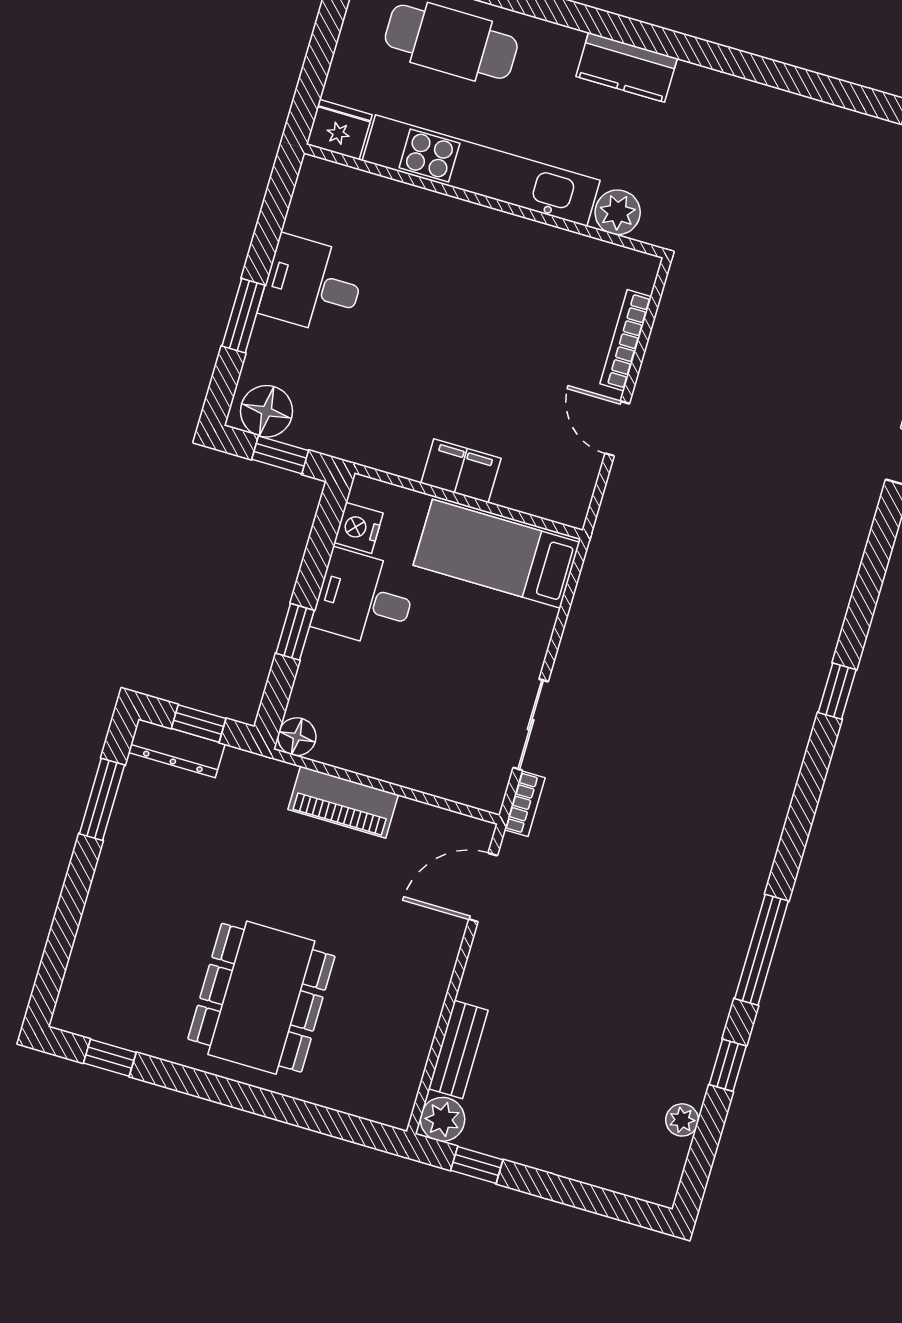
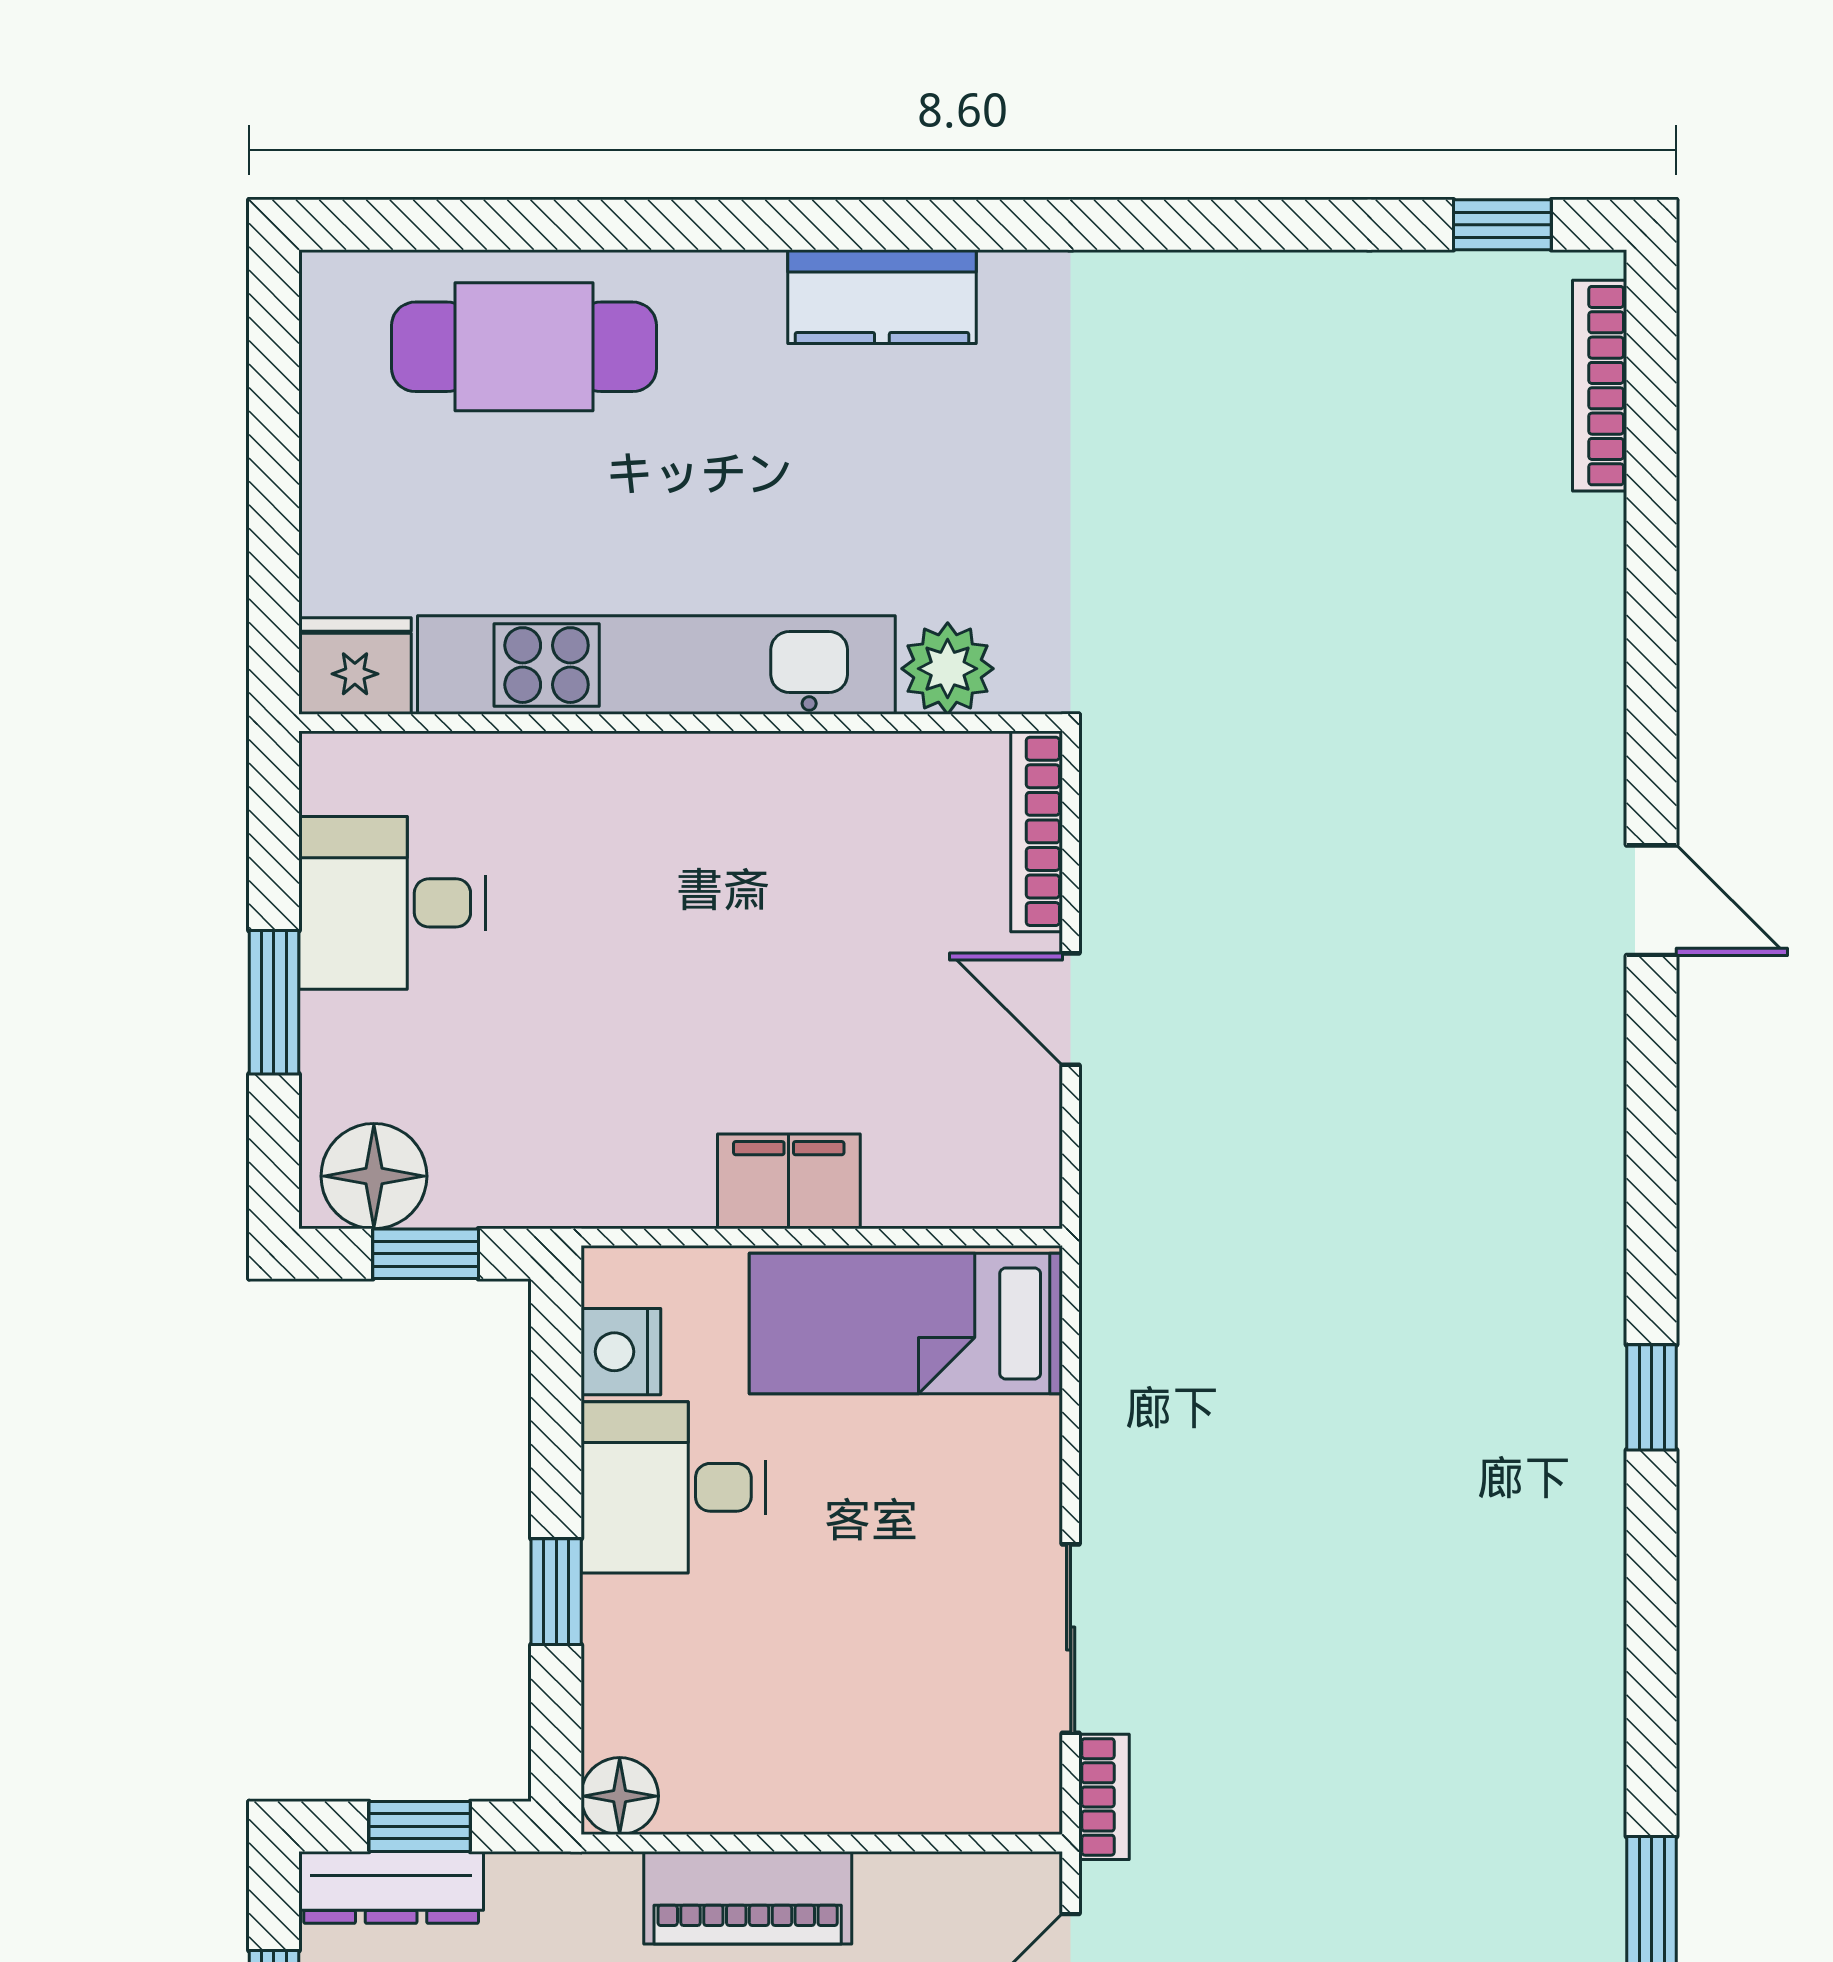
fridge: (339, 130) -> (355, 666), moved
kitchen unit: (481, 171) -> (656, 665), moved
wall: (485, 201) -> (681, 723), moved
plant: (618, 212) -> (948, 669), moved

